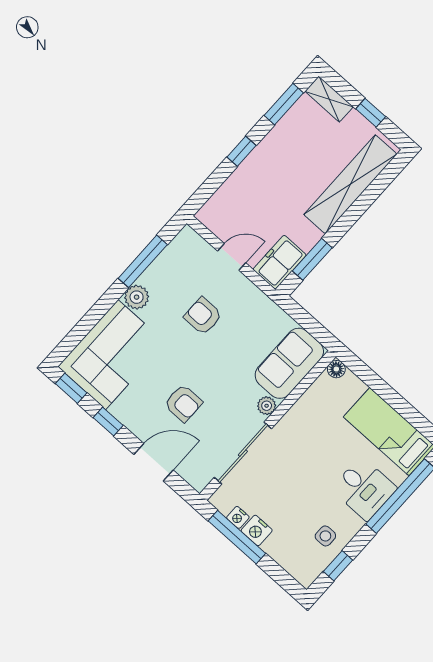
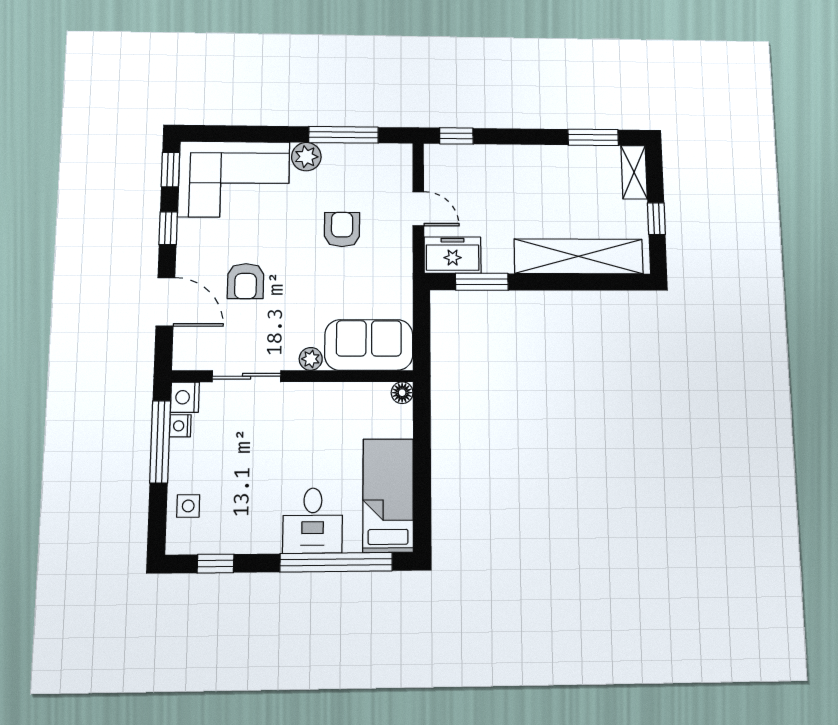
window: (241, 151) -> (456, 136), moved
sliding door: (243, 453) -> (247, 376), width x0.73
nightstand: (257, 530) -> (185, 397), moved
side table: (325, 536) -> (188, 506), moved

